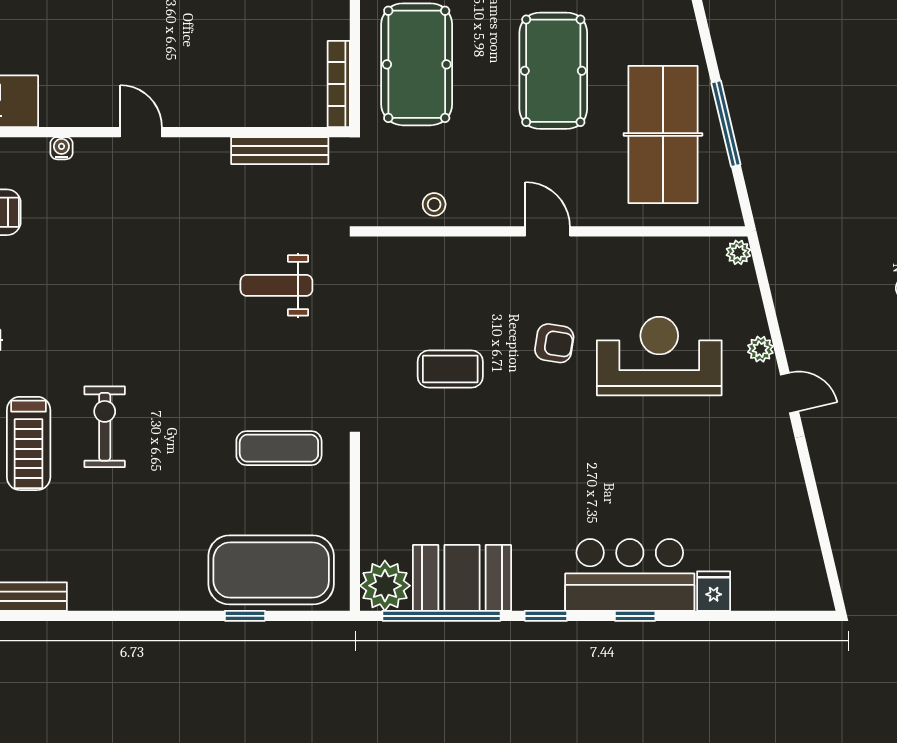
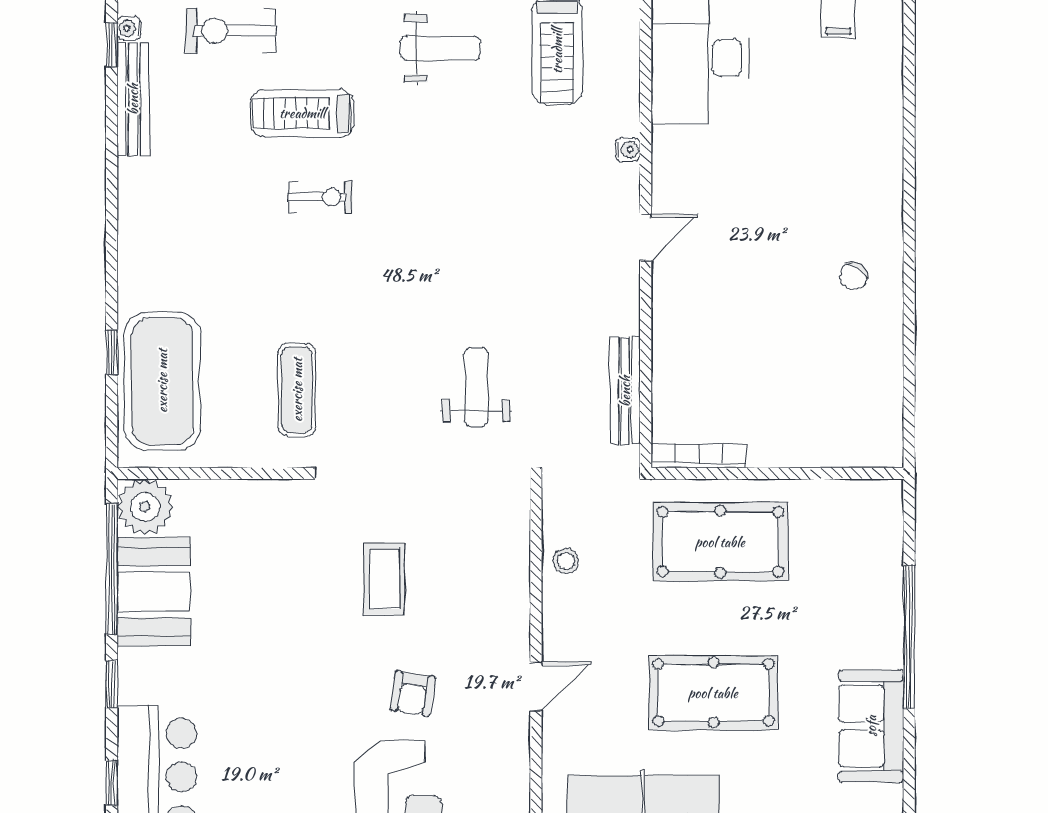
exercise bike: (105, 427) -> (320, 197), width x0.73, depth x0.72

